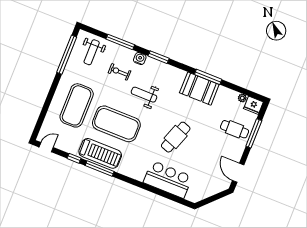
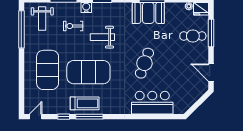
treadmill: (100, 153) -> (85, 103), width x0.73, depth x0.73

